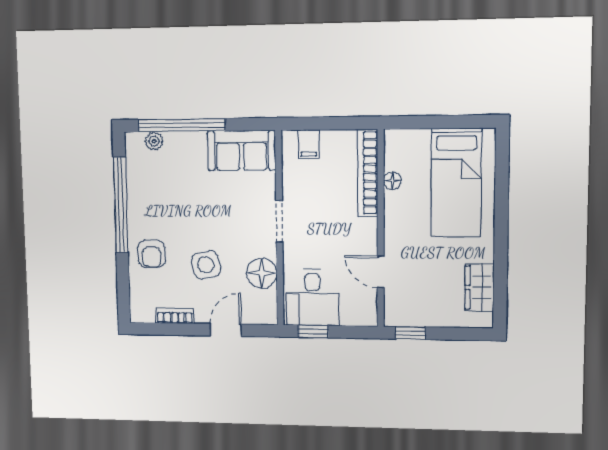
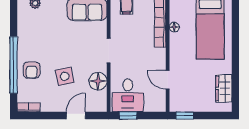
window: (121, 205) -> (14, 65), moved
bookcase: (175, 316) -> (29, 107), moved

